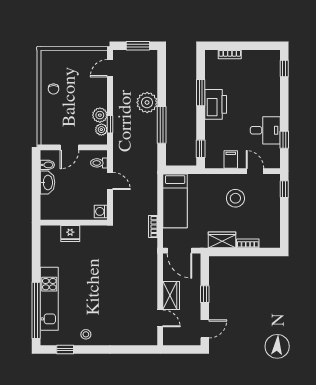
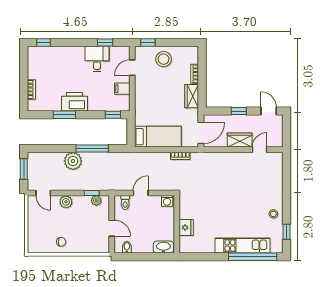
plant: (100, 115) -> (66, 202), moved
washbasin: (47, 182) -> (163, 247), moved
stool: (235, 198) -> (164, 59), moved

